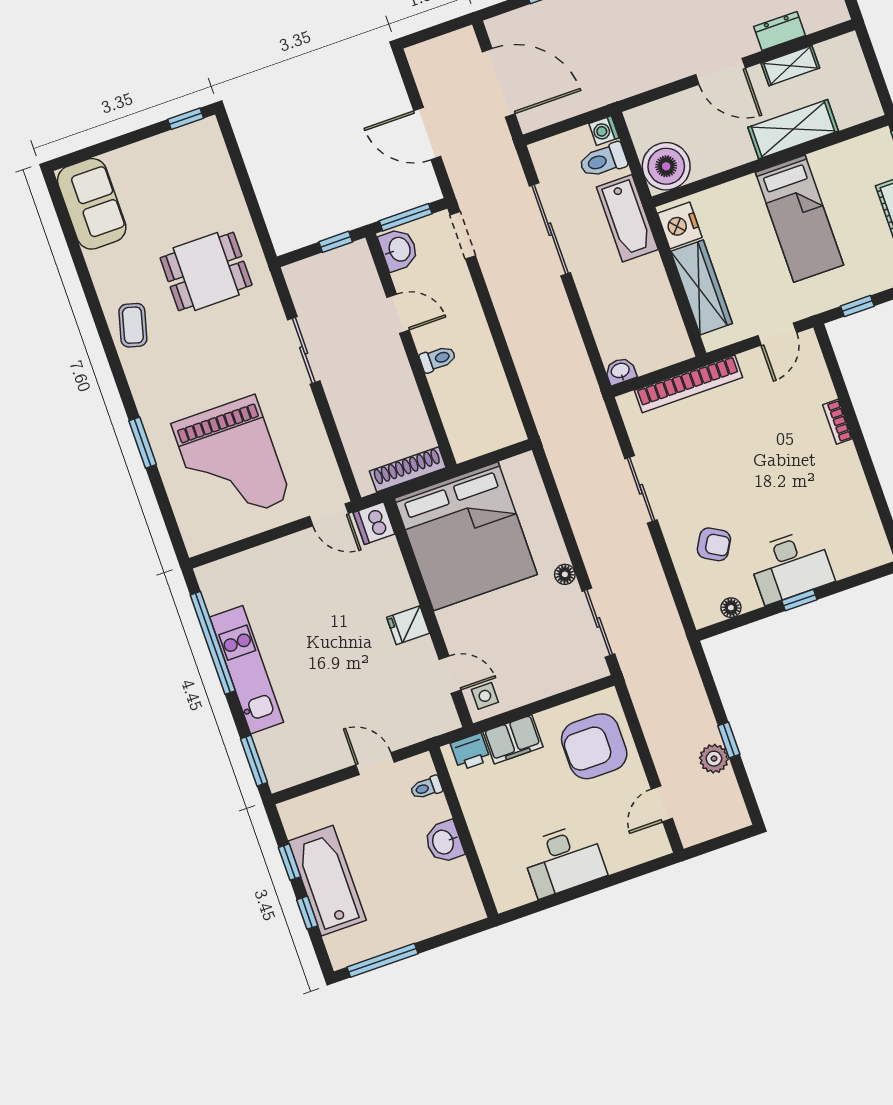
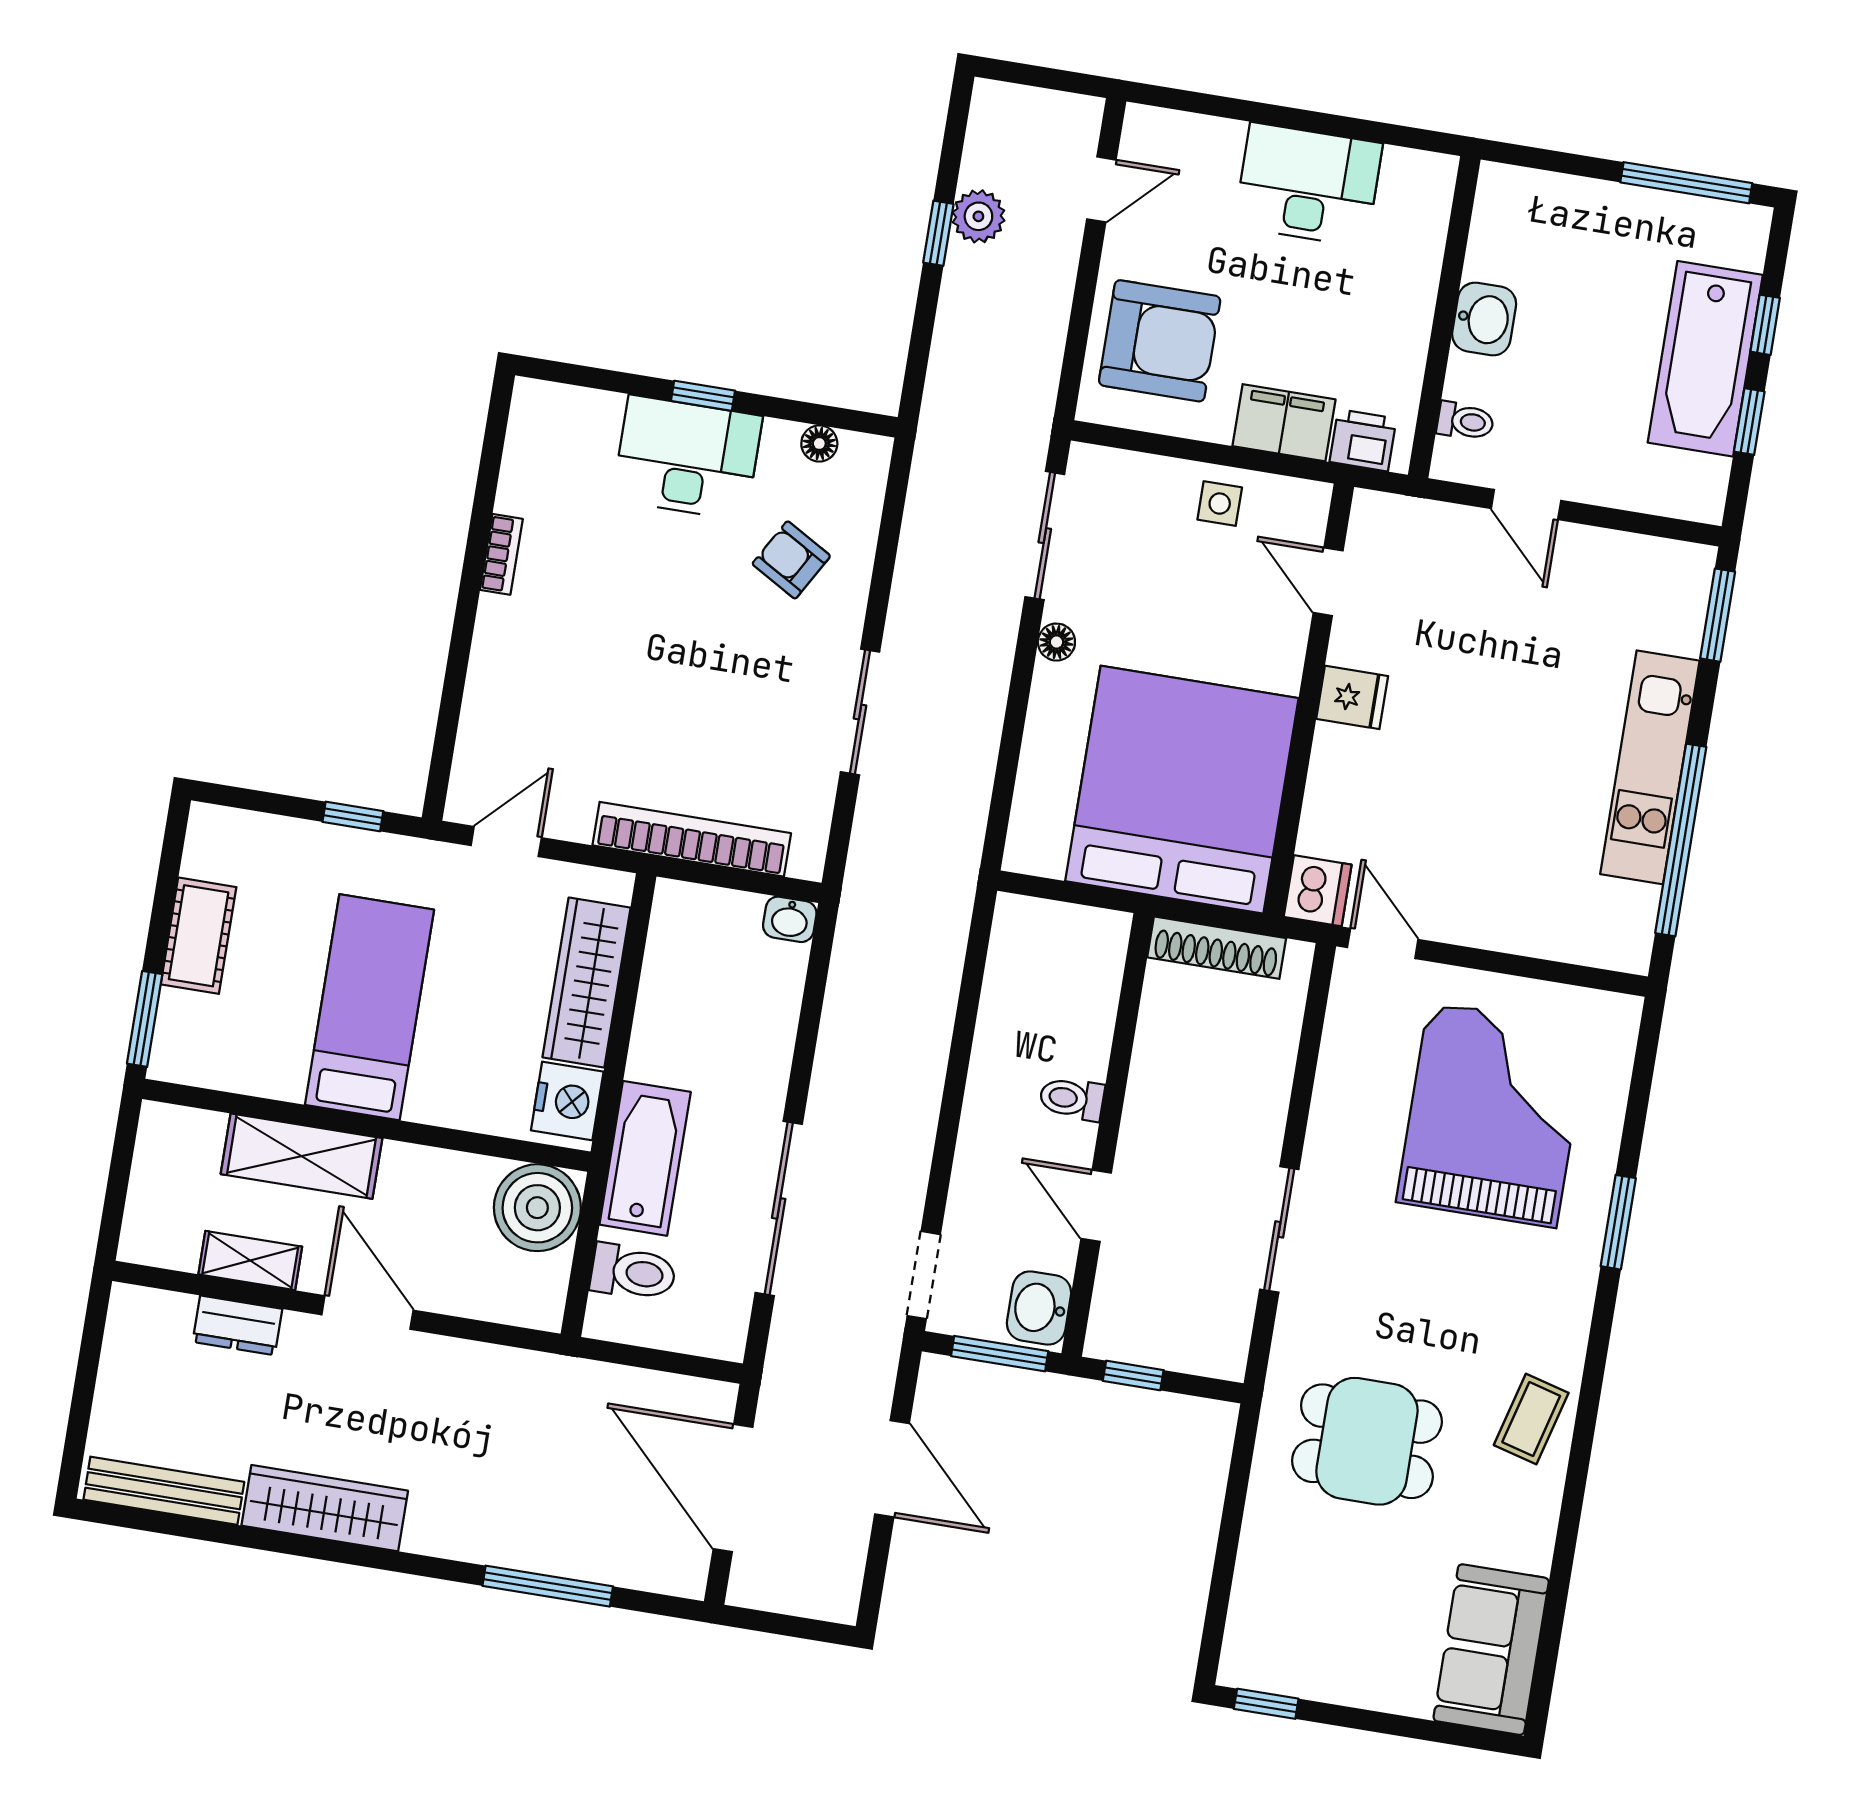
washing machine: (604, 131) -> (606, 1319), removed
bookcase: (837, 422) -> (501, 554), moved
side table: (485, 696) -> (1220, 504), moved

